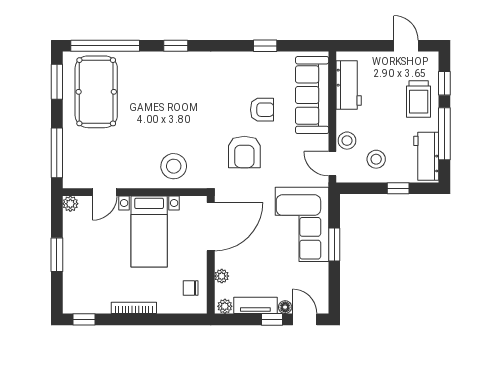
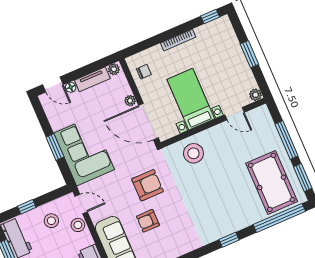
armchair: (244, 152) -> (147, 185), turned 90
window: (57, 153) -> (287, 140), moved
door: (105, 192) -> (235, 114), swing flipped
door: (211, 227) -> (148, 122), hinge flipped
plant: (222, 276) -> (130, 101), moved
window: (272, 319) -> (76, 74), removed

